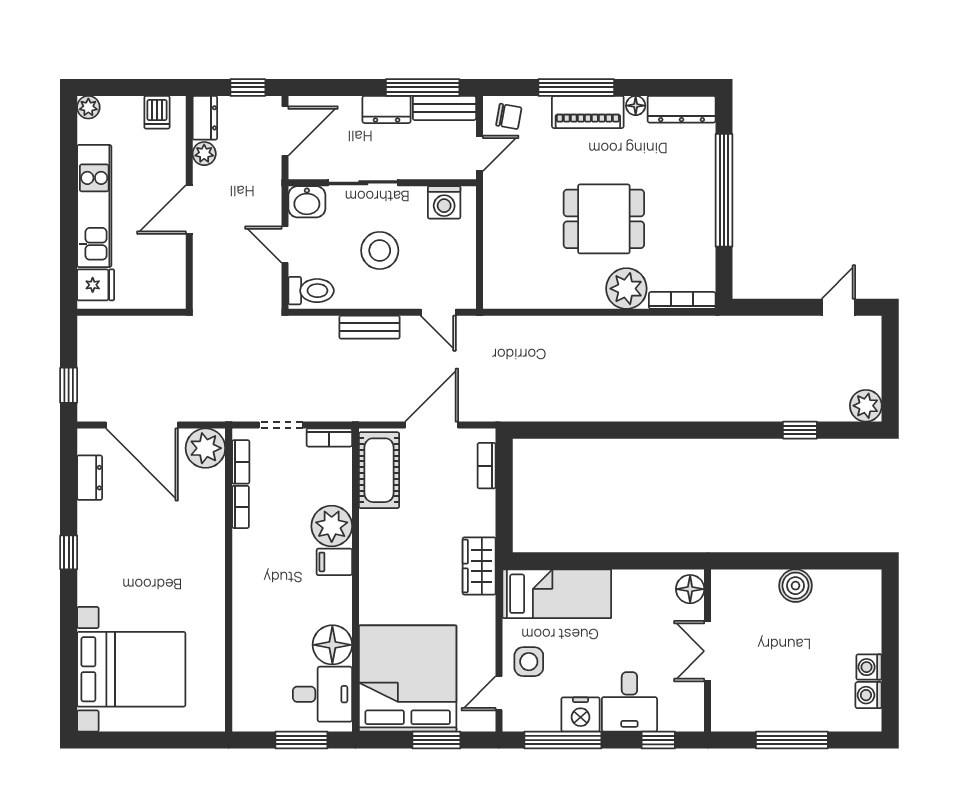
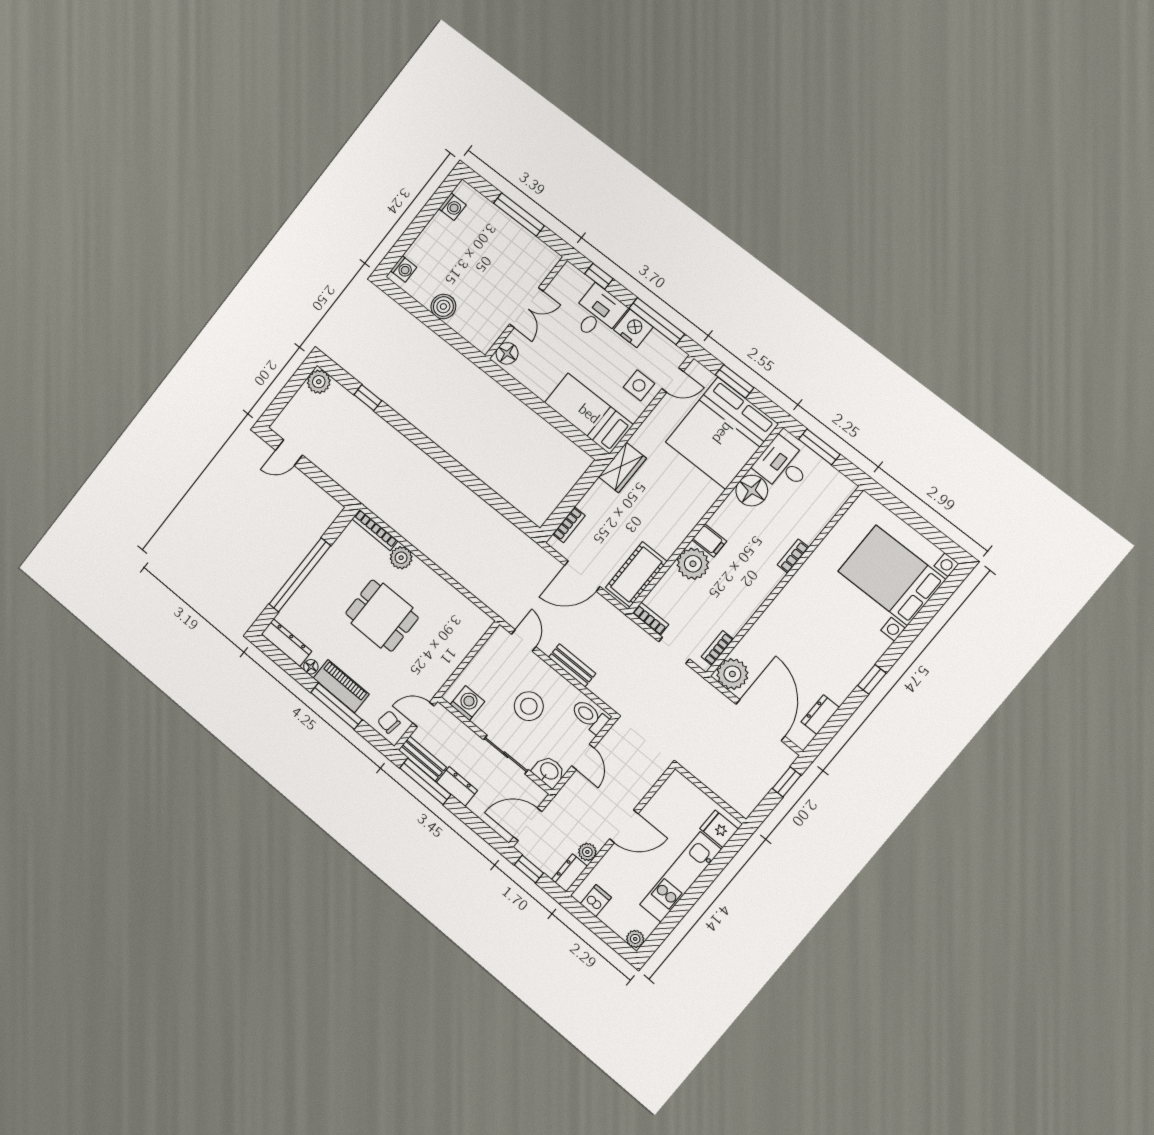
plant: (626, 289) -> (401, 558), width x0.73, depth x0.73
bookcase: (240, 507) -> (793, 556), moved
washing machine: (869, 667) -> (404, 269), moved

